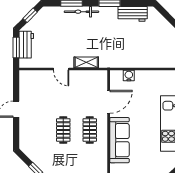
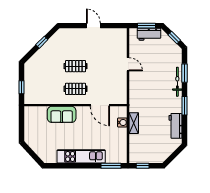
shelving: (86, 62) -> (134, 123), moved
door: (61, 69) -> (128, 64), swing flipped
sofa: (119, 140) -> (62, 114), width x0.73

